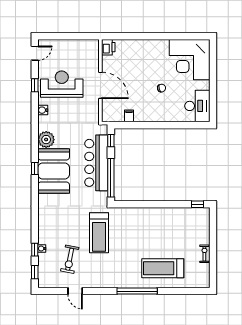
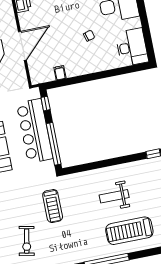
door: (100, 85) -> (22, 46), hinge flipped
treadmill: (99, 233) -> (53, 206), width x0.73, depth x0.73
weight bench: (155, 235) -> (114, 196), added

